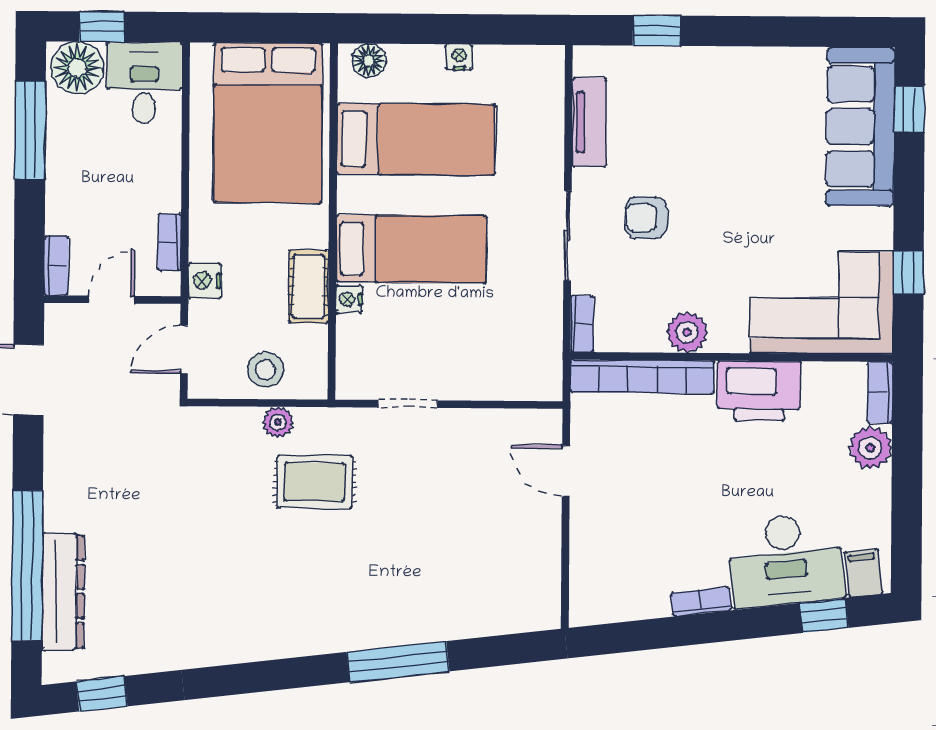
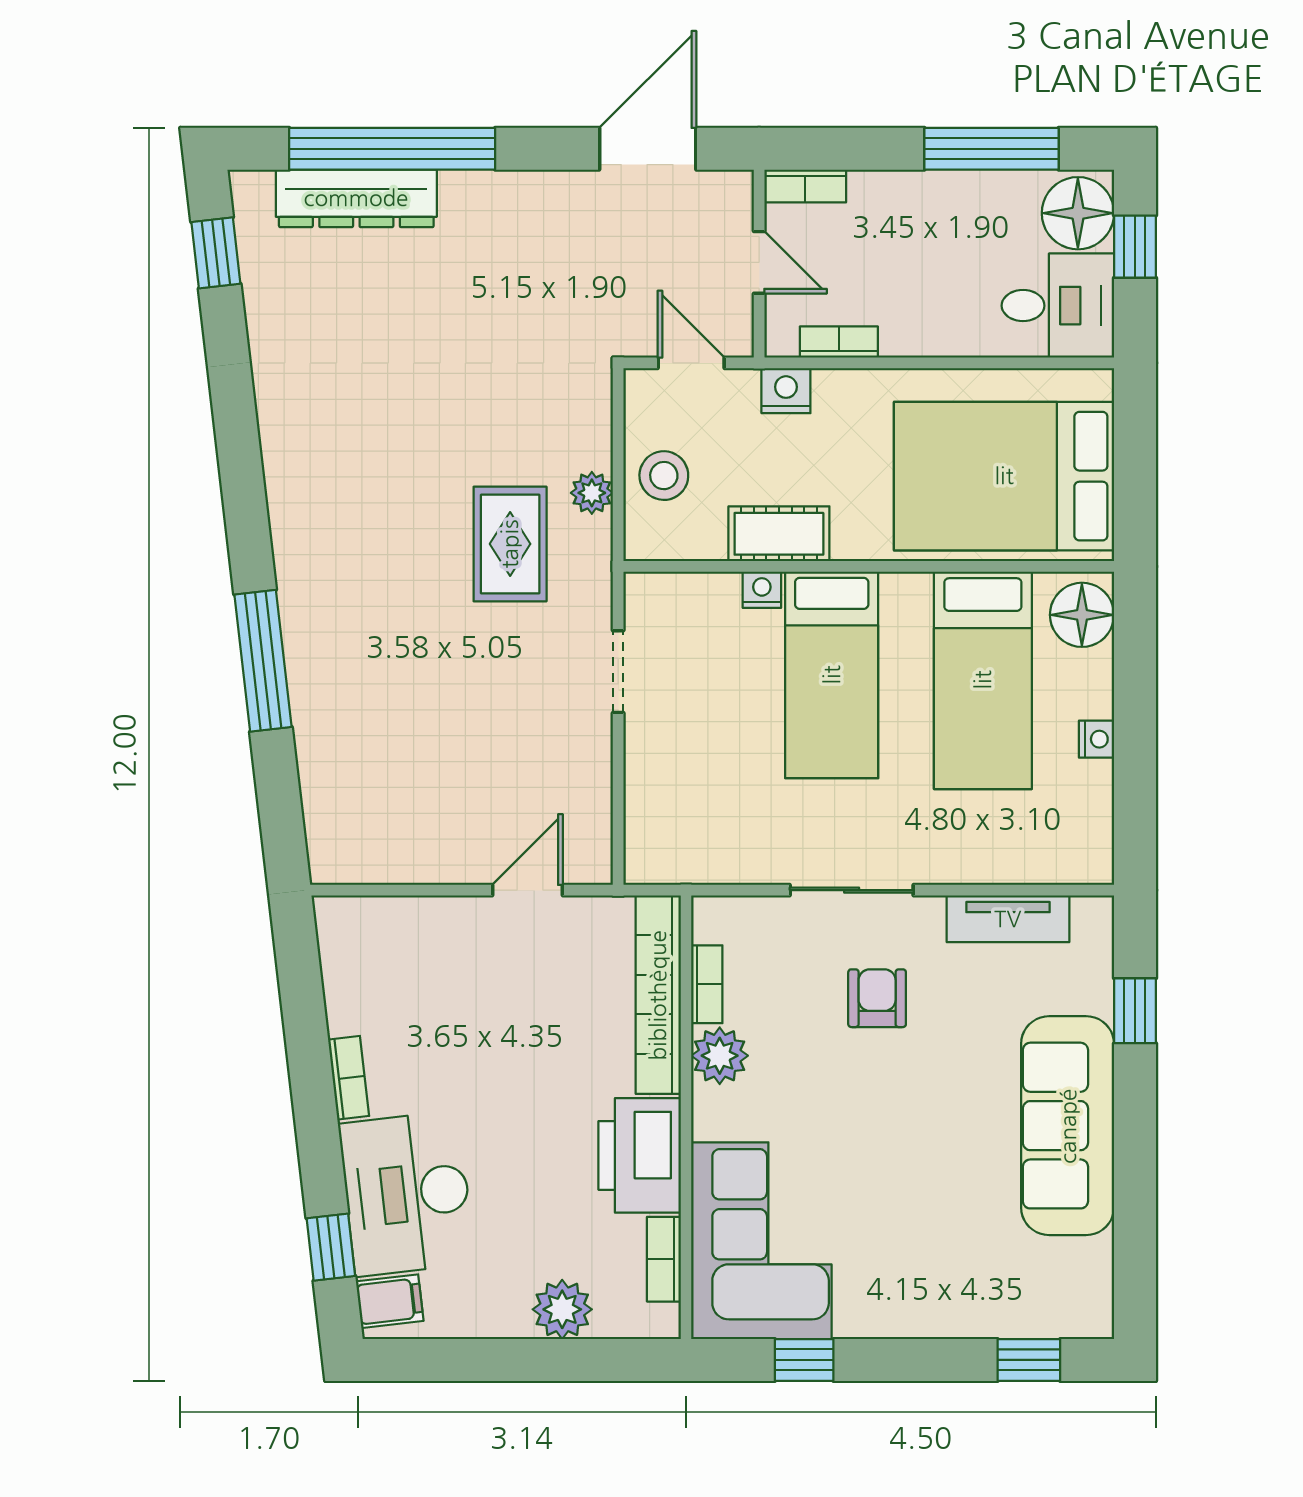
floor lamp: (369, 61) -> (1082, 615), width x1.38, depth x1.38
sofa: (860, 127) -> (1068, 1126), moved, turned -90
bookcase: (582, 324) -> (707, 984), moved, turned -90
bookcase: (880, 393) -> (664, 1259), moved, turned -90

